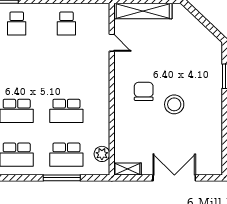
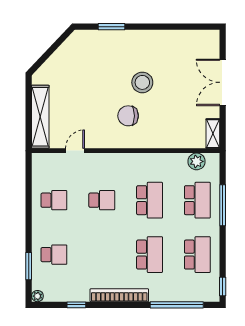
school desk: (66, 67) -> (102, 200), added

